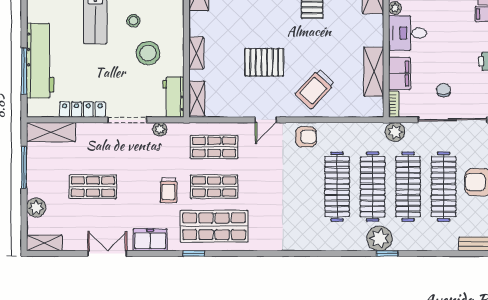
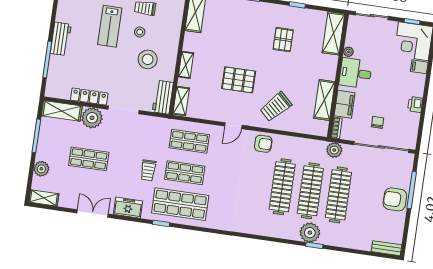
workbench: (40, 61) -> (61, 39), width x0.53, depth x0.76
plant: (160, 129) -> (92, 118), moved, width x1.87, depth x1.87
clothes rail: (444, 187) -> (367, 199), removed

